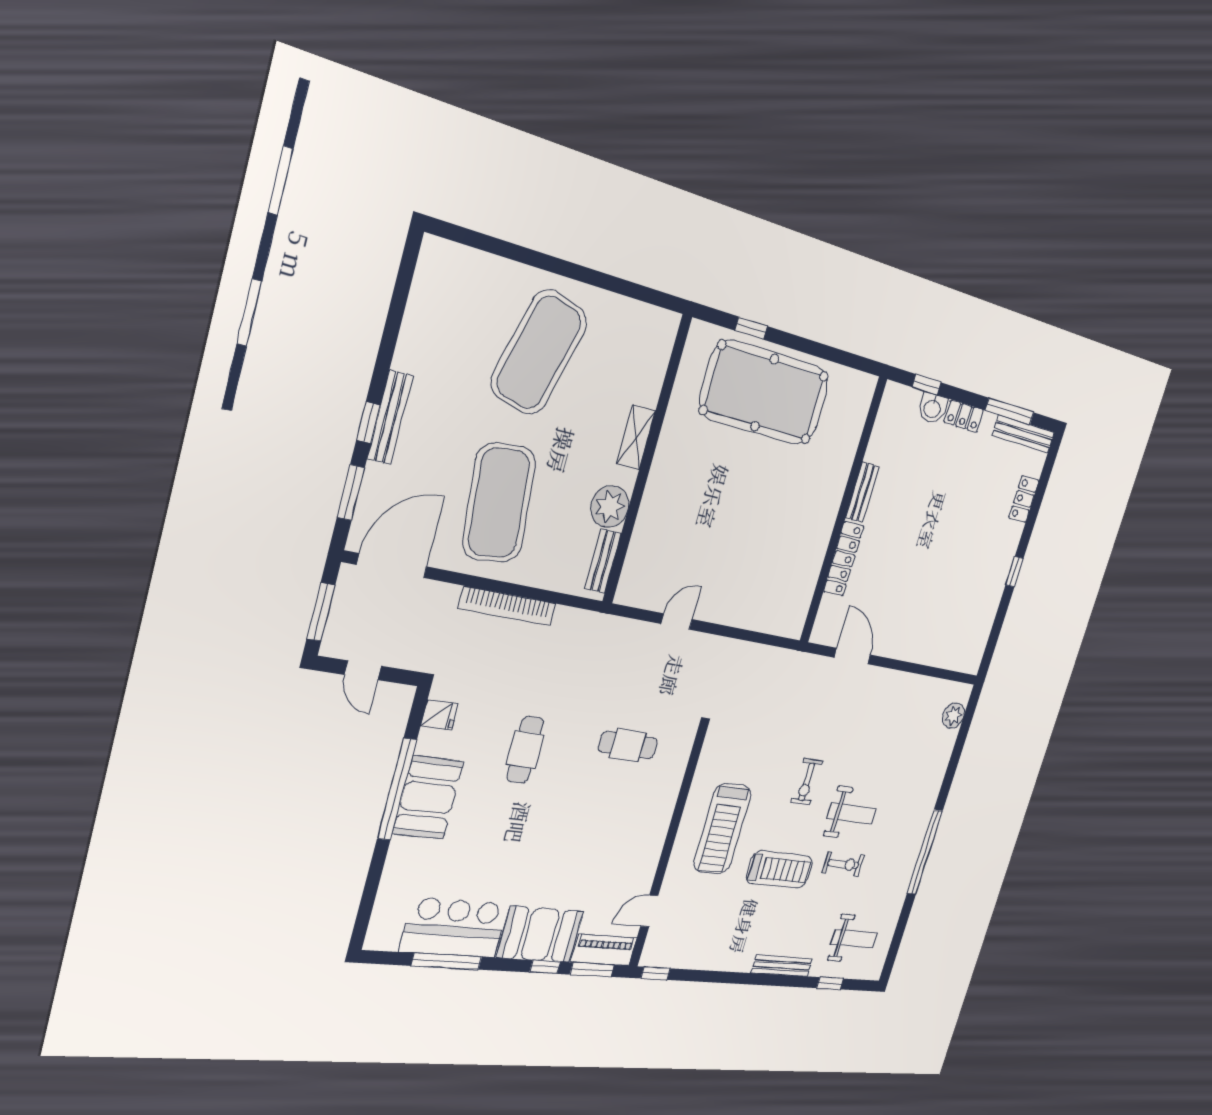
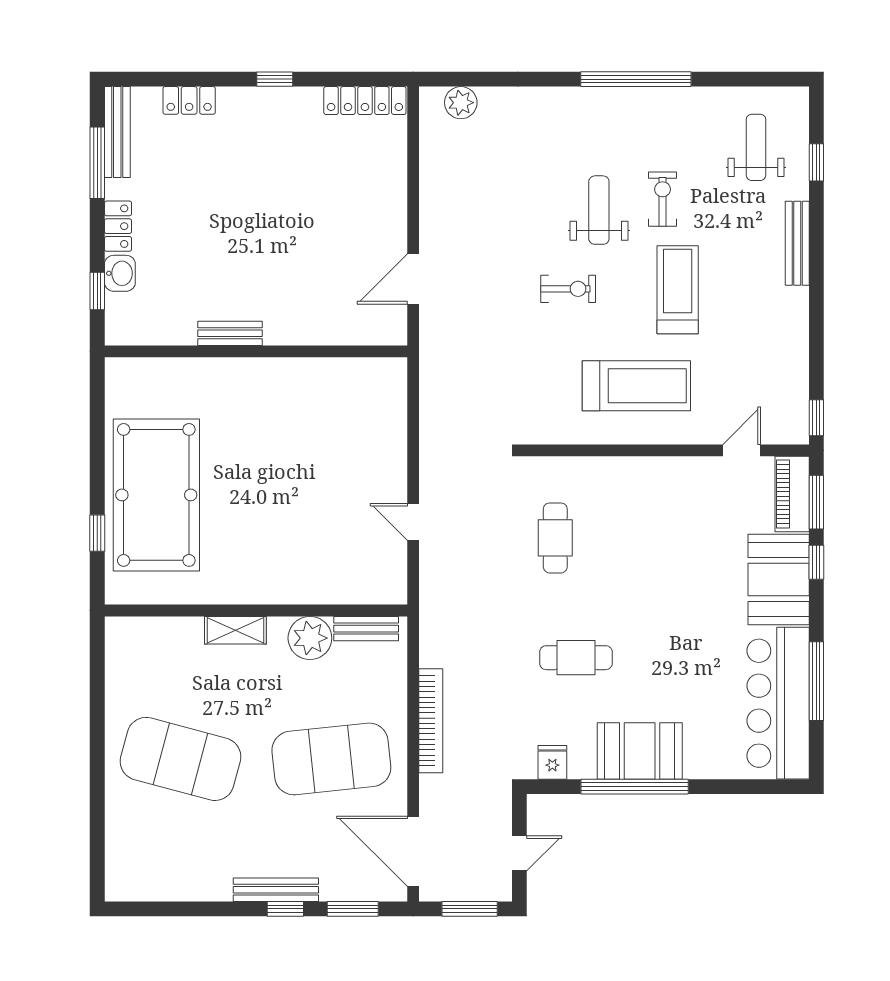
locker: (844, 559) -> (365, 101), moved, turned 180
door: (649, 911) -> (742, 450), swing flipped
bar counter: (454, 928) -> (778, 703), width x1.36

